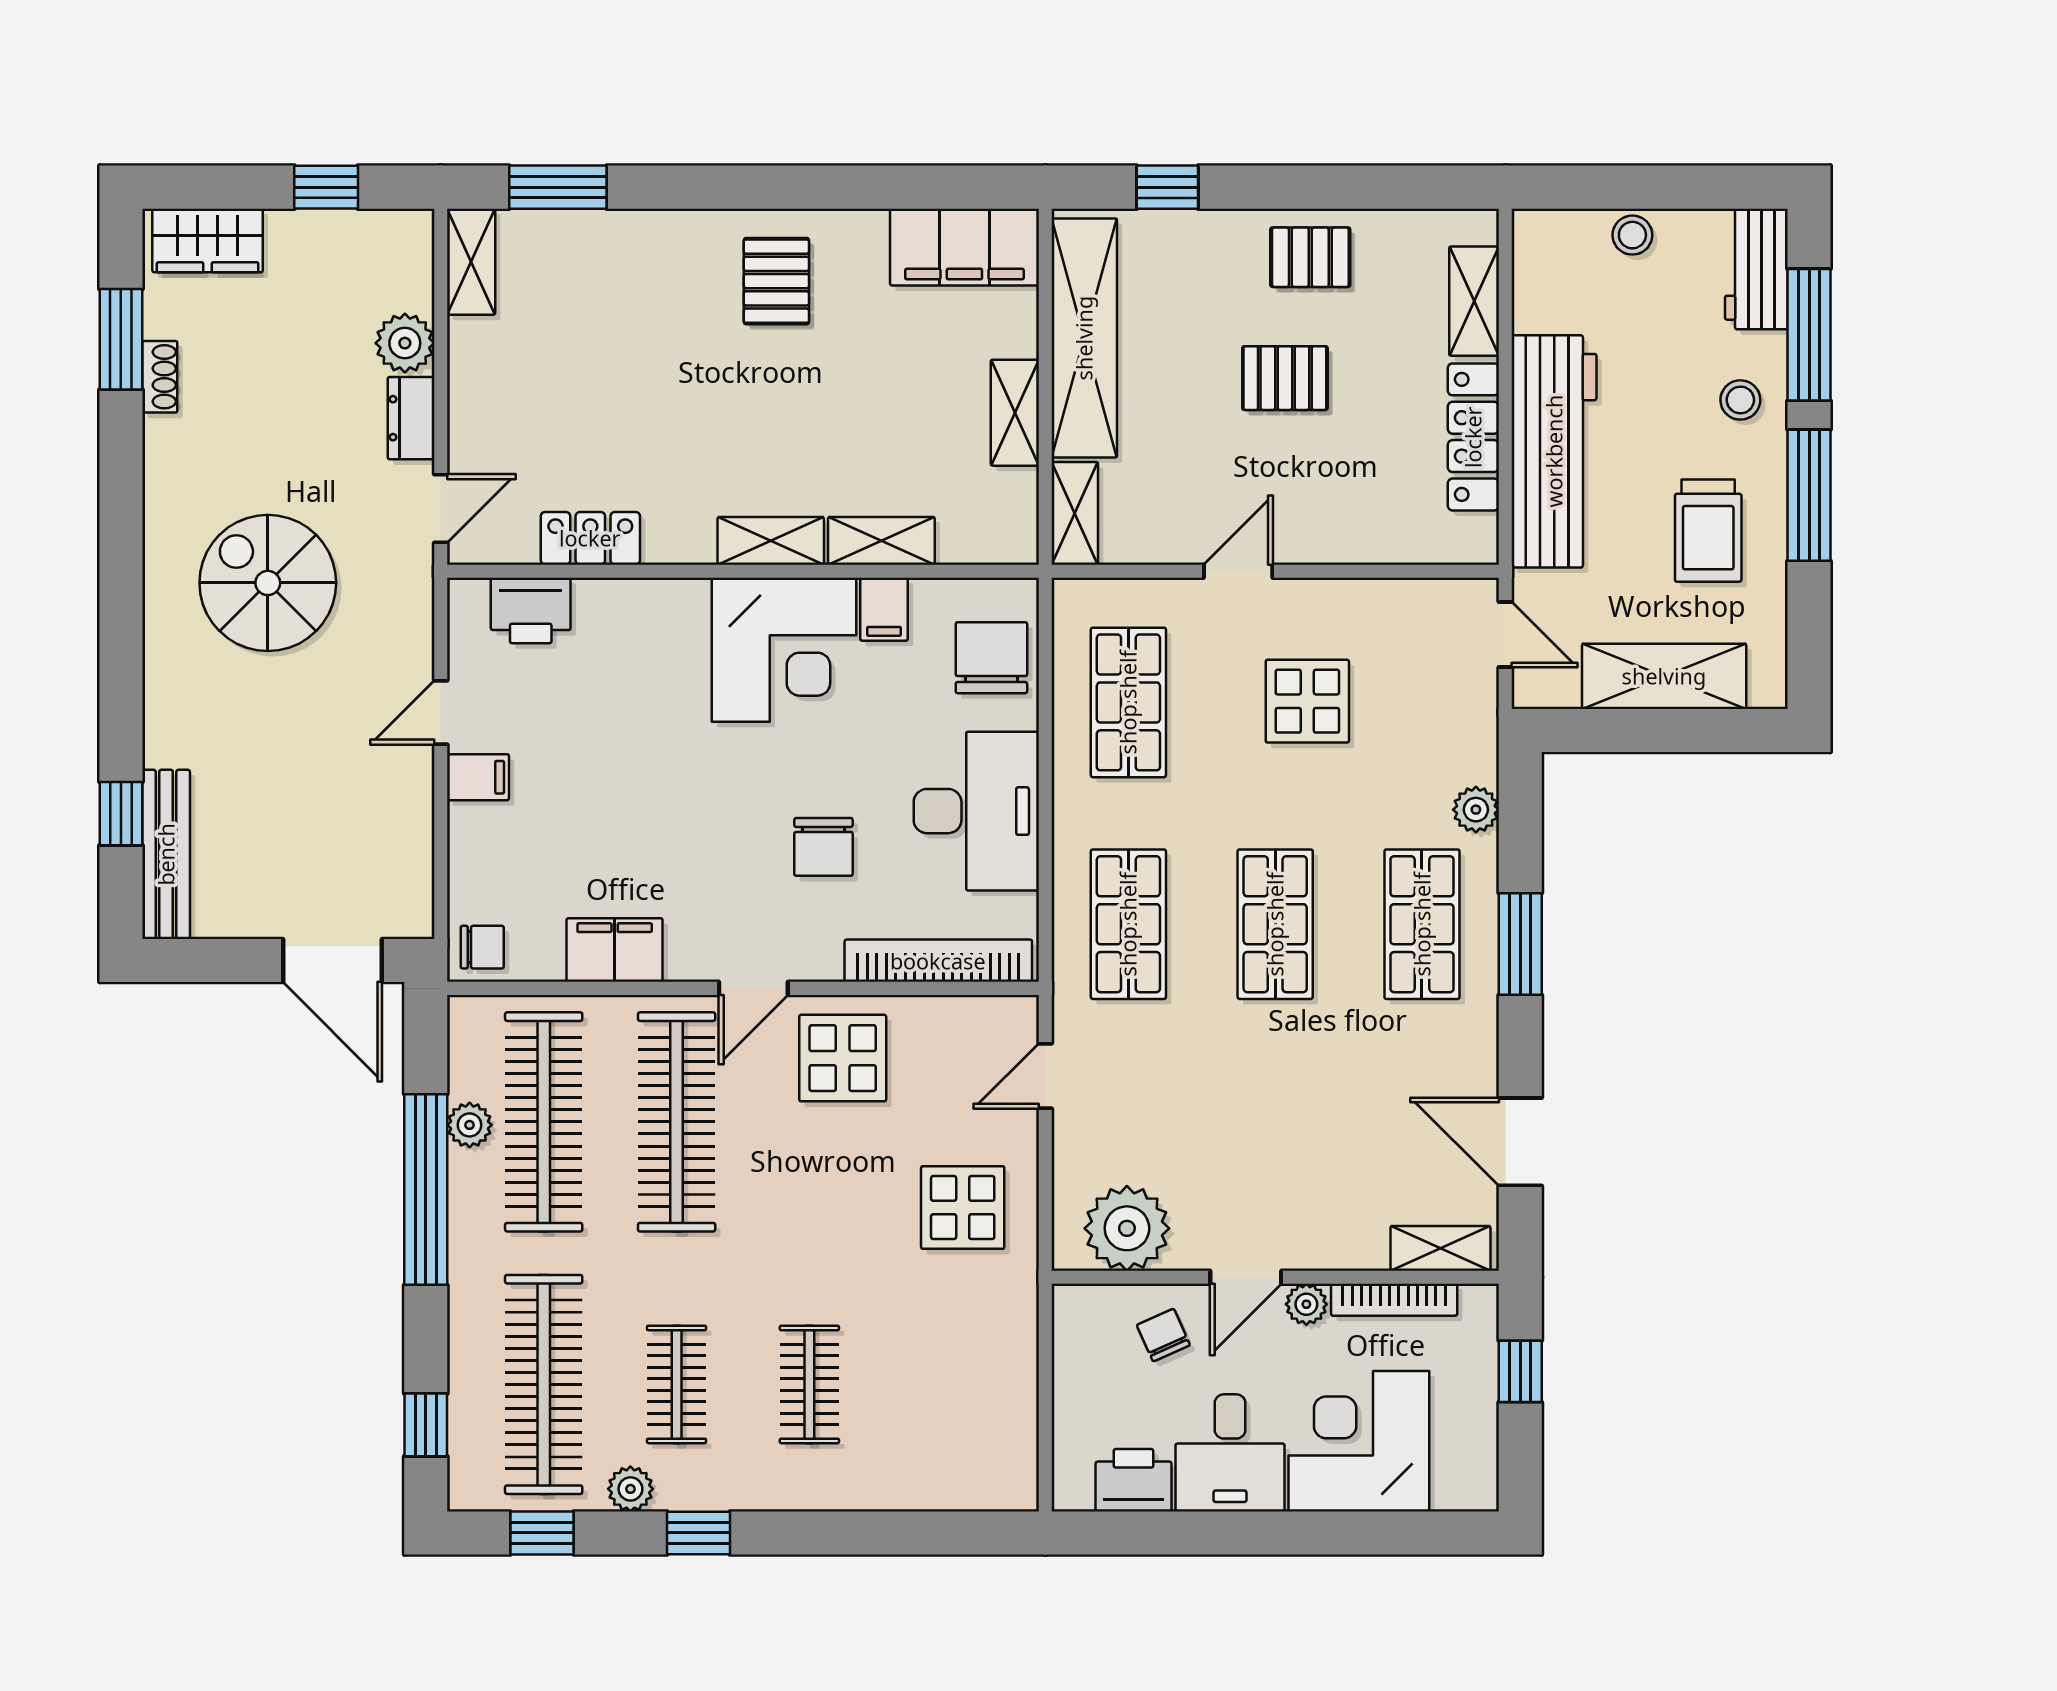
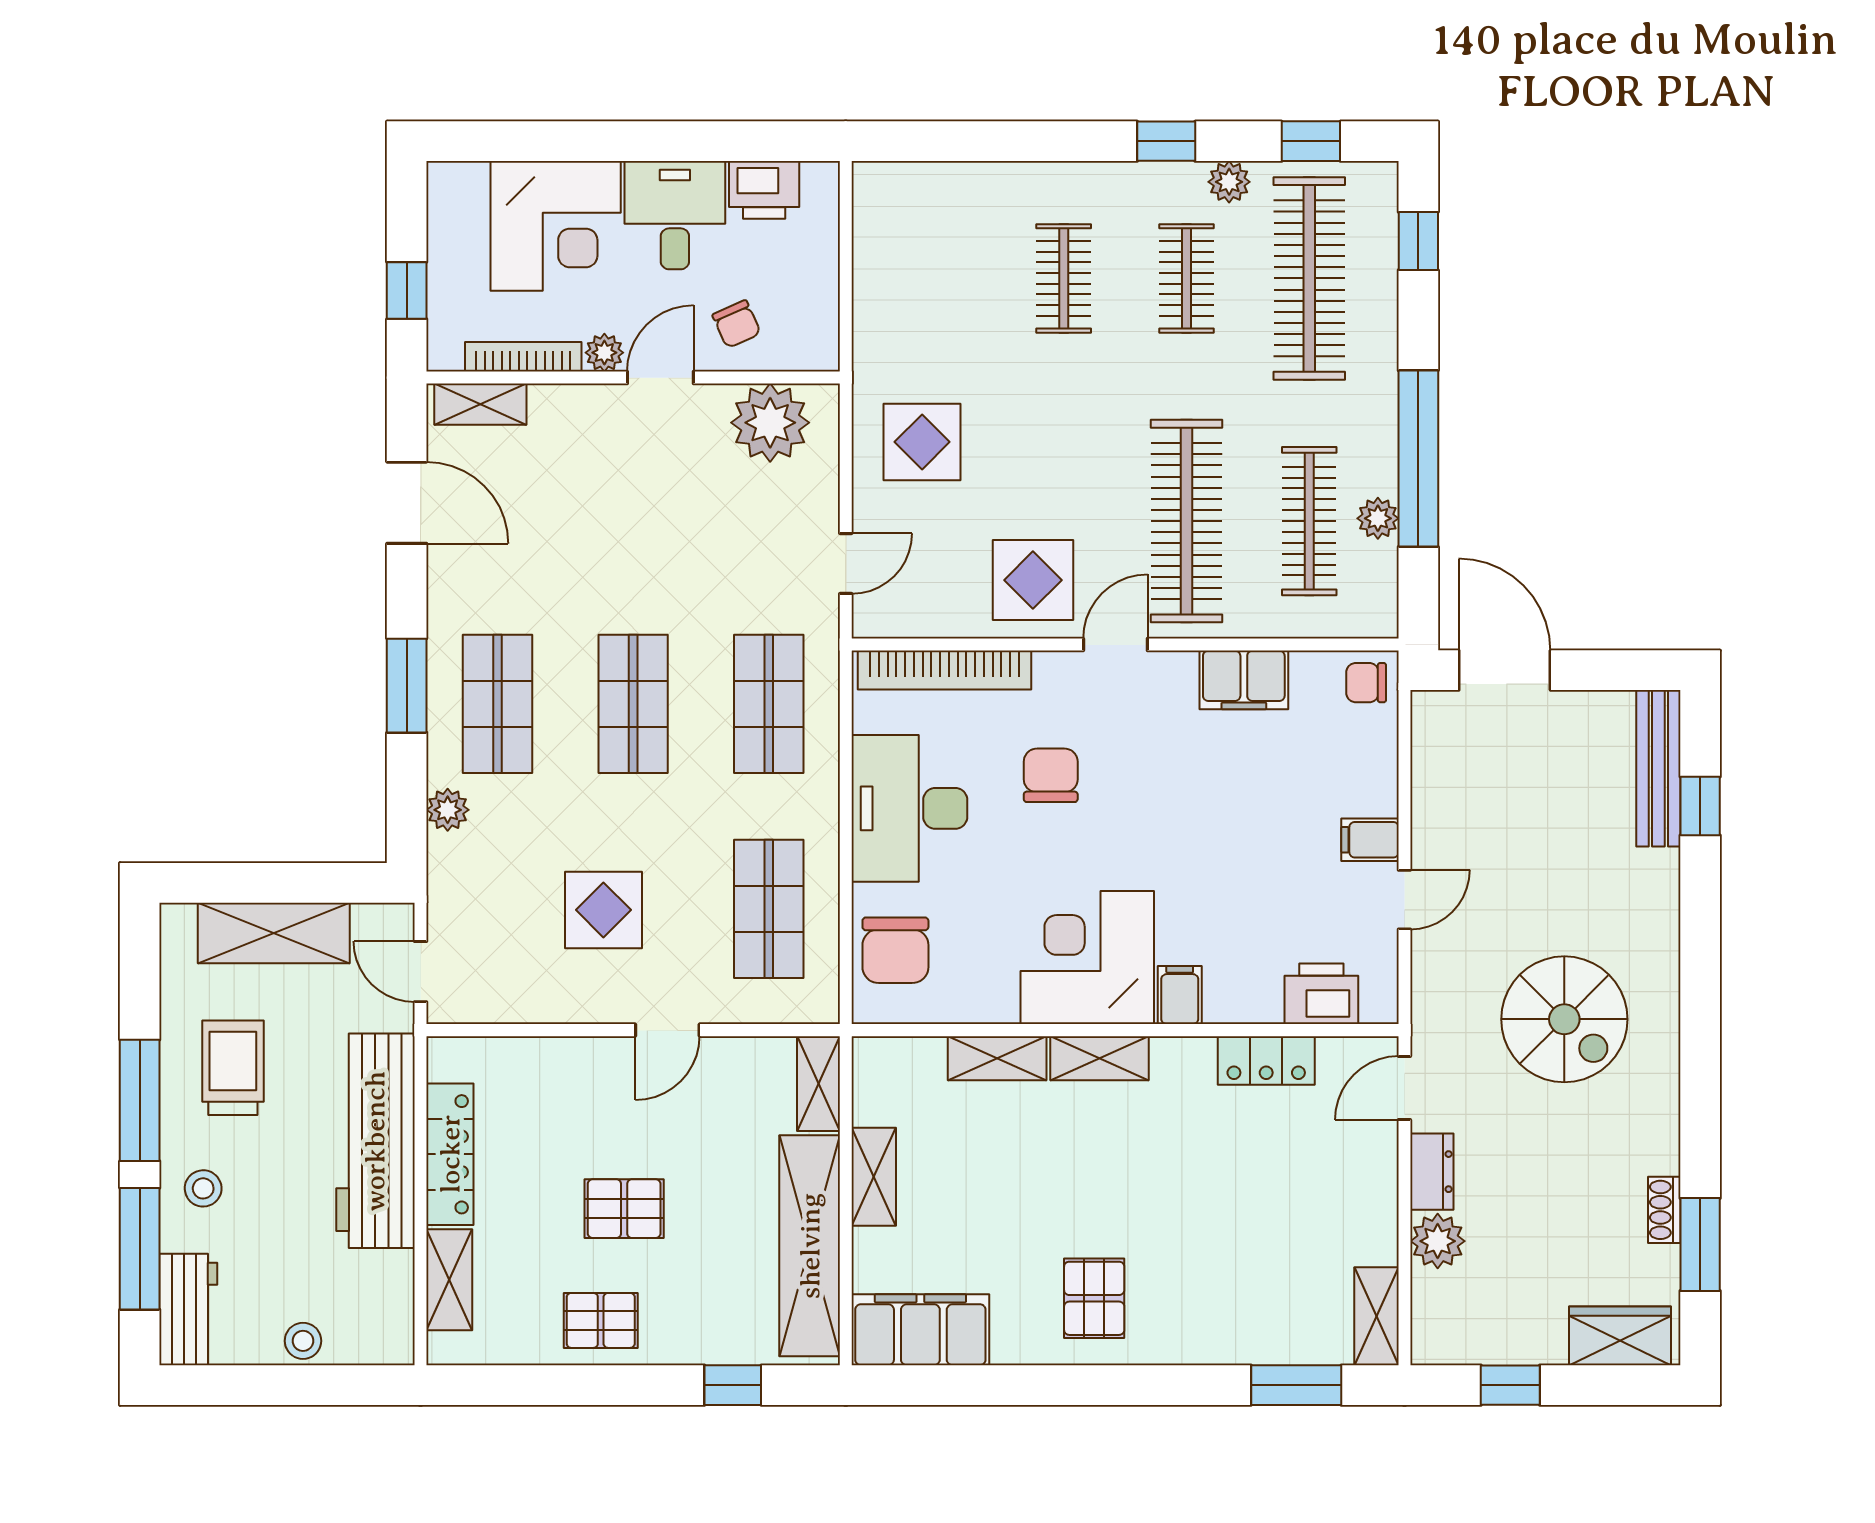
filing cabinet: (884, 609) -> (1180, 995), moved
clothes rail: (544, 1122) -> (1309, 521), width x0.73, depth x0.76

